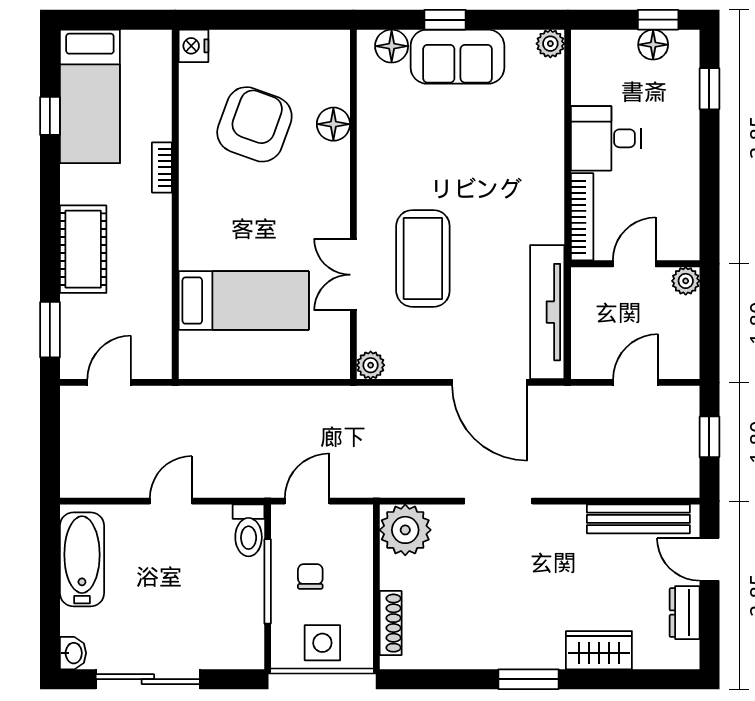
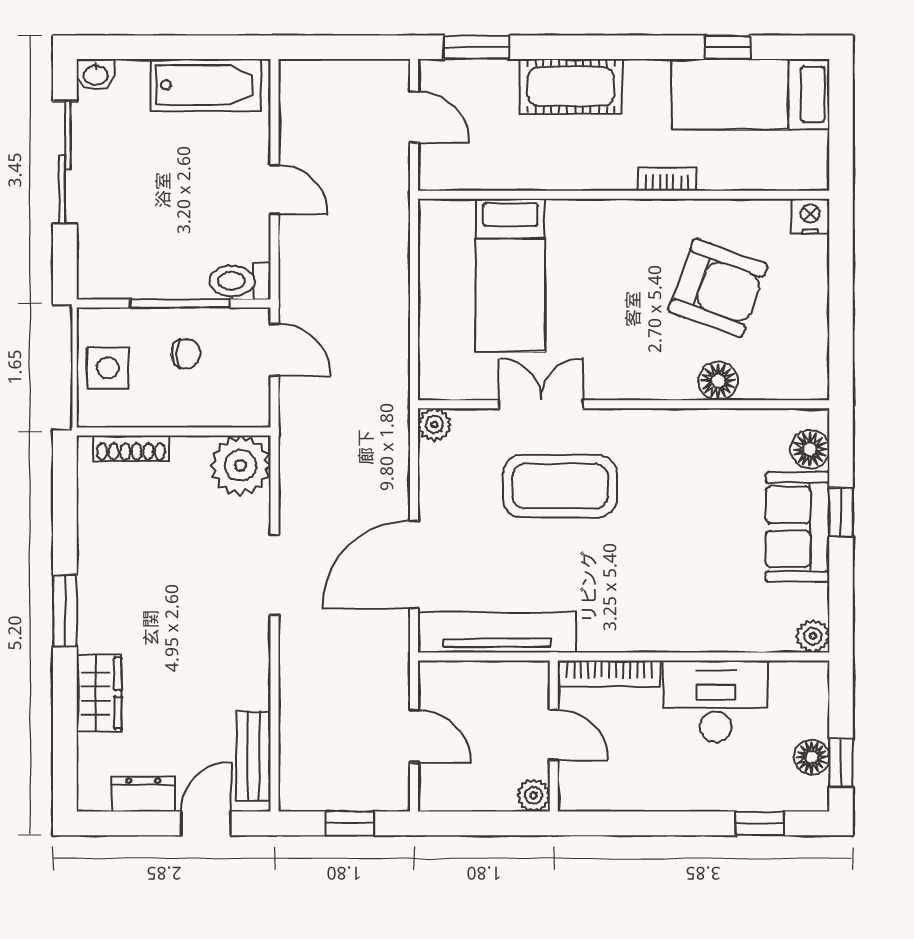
desk: (606, 138) -> (716, 701), width x1.37
bench: (638, 519) -> (254, 756), width x0.73

